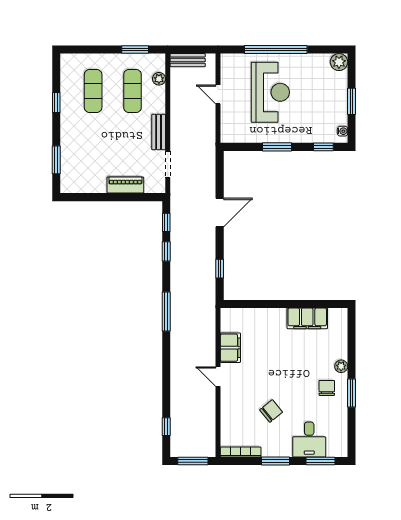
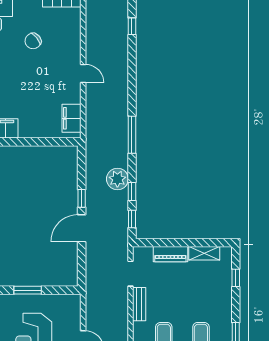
window: (56, 160) -> (236, 278), width x0.67
shelving: (90, 186) -> (204, 253), added
plant: (182, 265) -> (117, 179), added
window: (220, 269) -> (82, 198), moved
filing cabinet: (230, 348) -> (71, 118), moved

